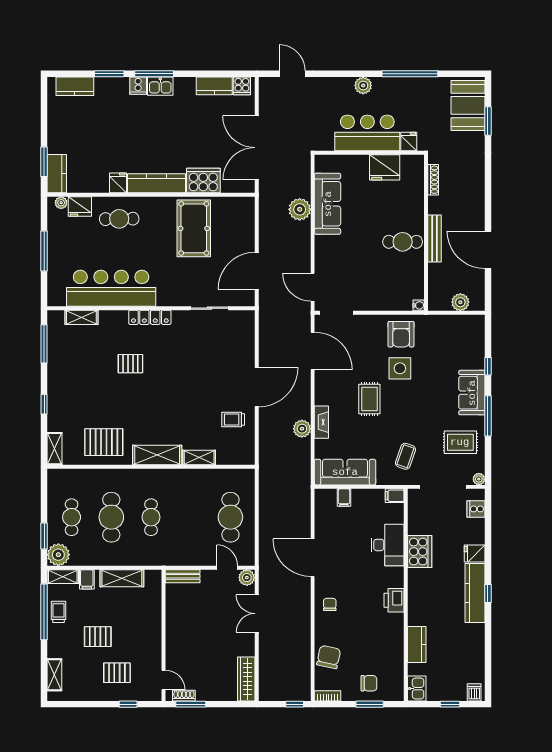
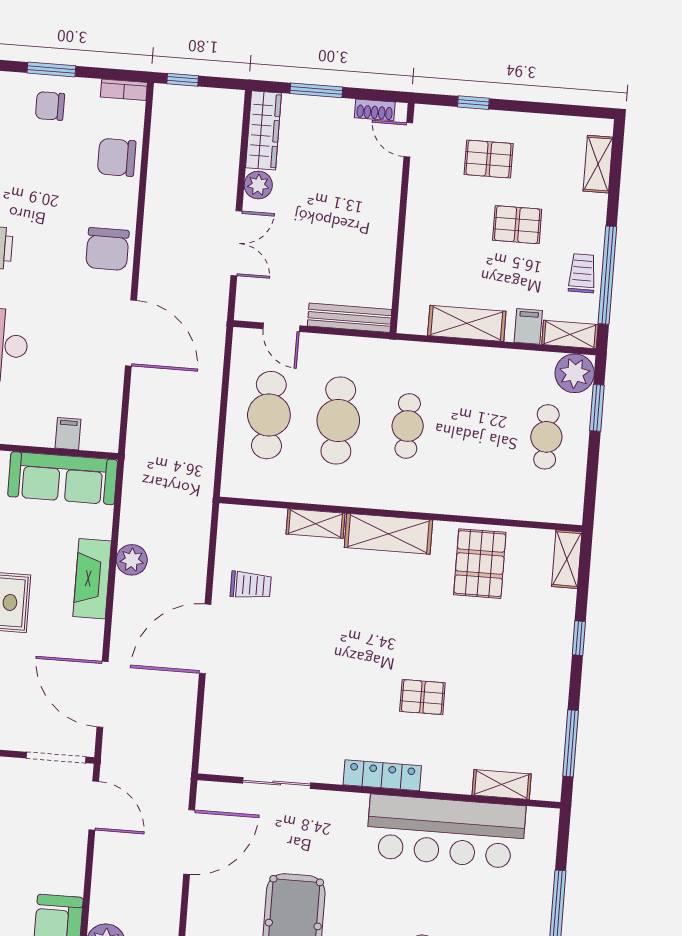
fireplace: (321, 422) -> (92, 579), width x1.37, depth x1.32
pallet: (104, 442) -> (480, 564), turned 90
cafe table: (111, 517) -> (338, 421), moved
bench: (183, 576) -> (350, 318), width x1.36
plant: (247, 578) -> (258, 185), moved
chair: (330, 604) -> (107, 249), width x1.87, depth x1.87
trolley: (58, 612) -> (582, 273), turned 180
chair: (329, 657) -> (117, 157), turned 78
window: (191, 704) -> (316, 90), moved

